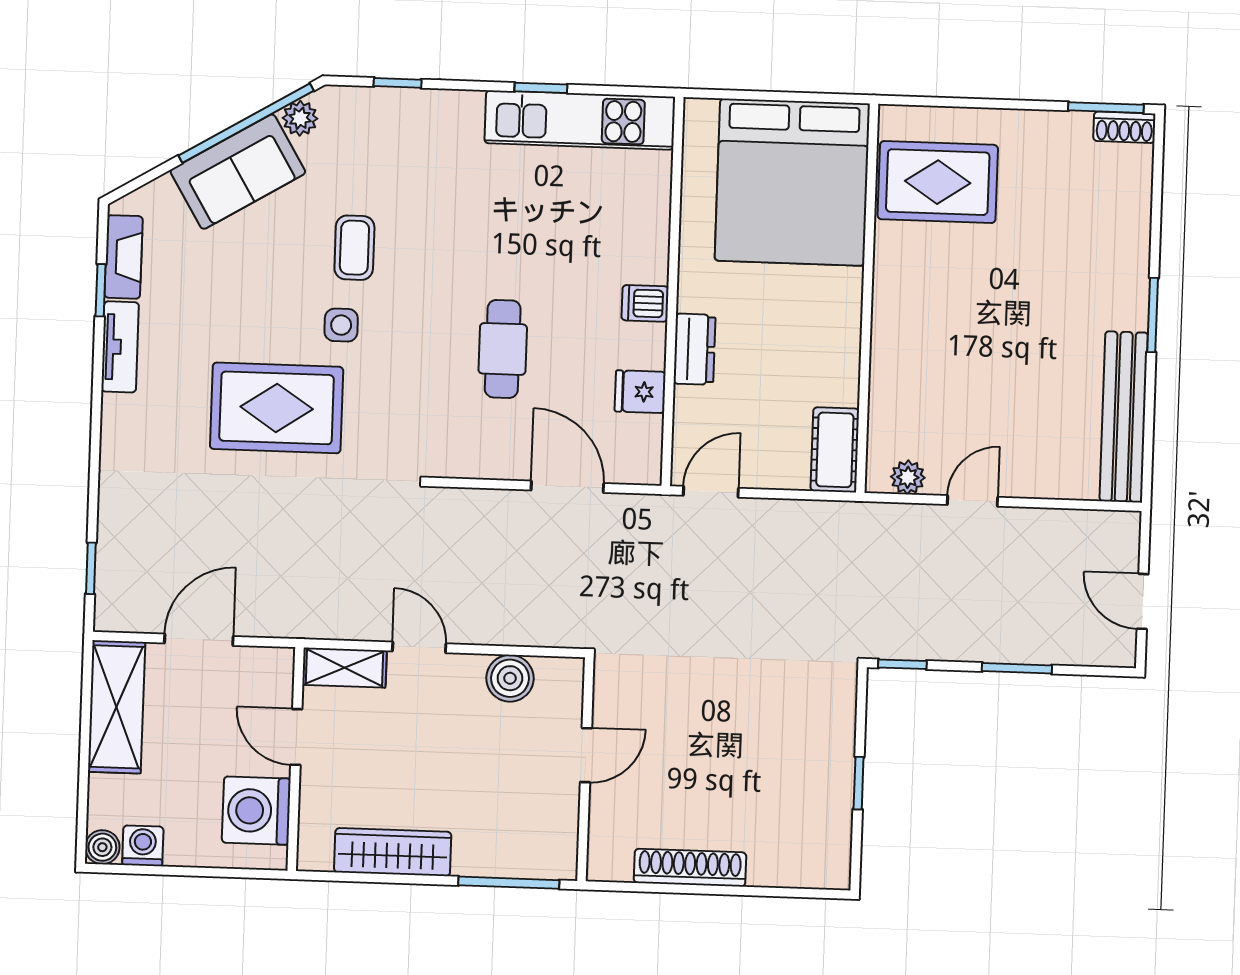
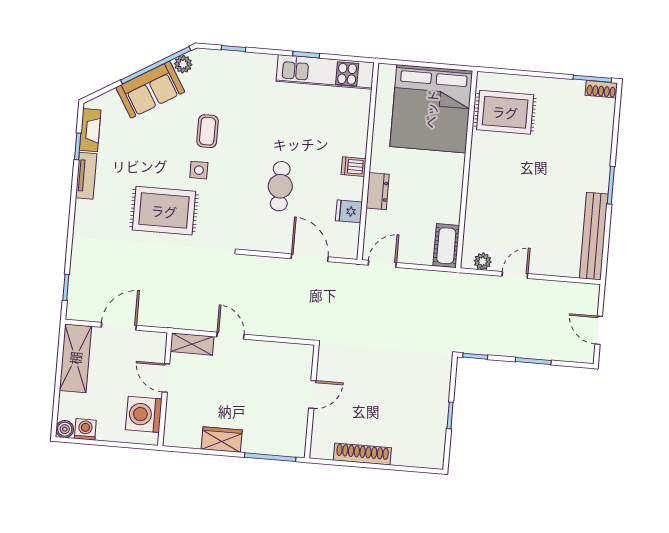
boiler: (510, 678) -> (276, 354), removed
wardrobe: (393, 852) -> (222, 440), width x0.67

